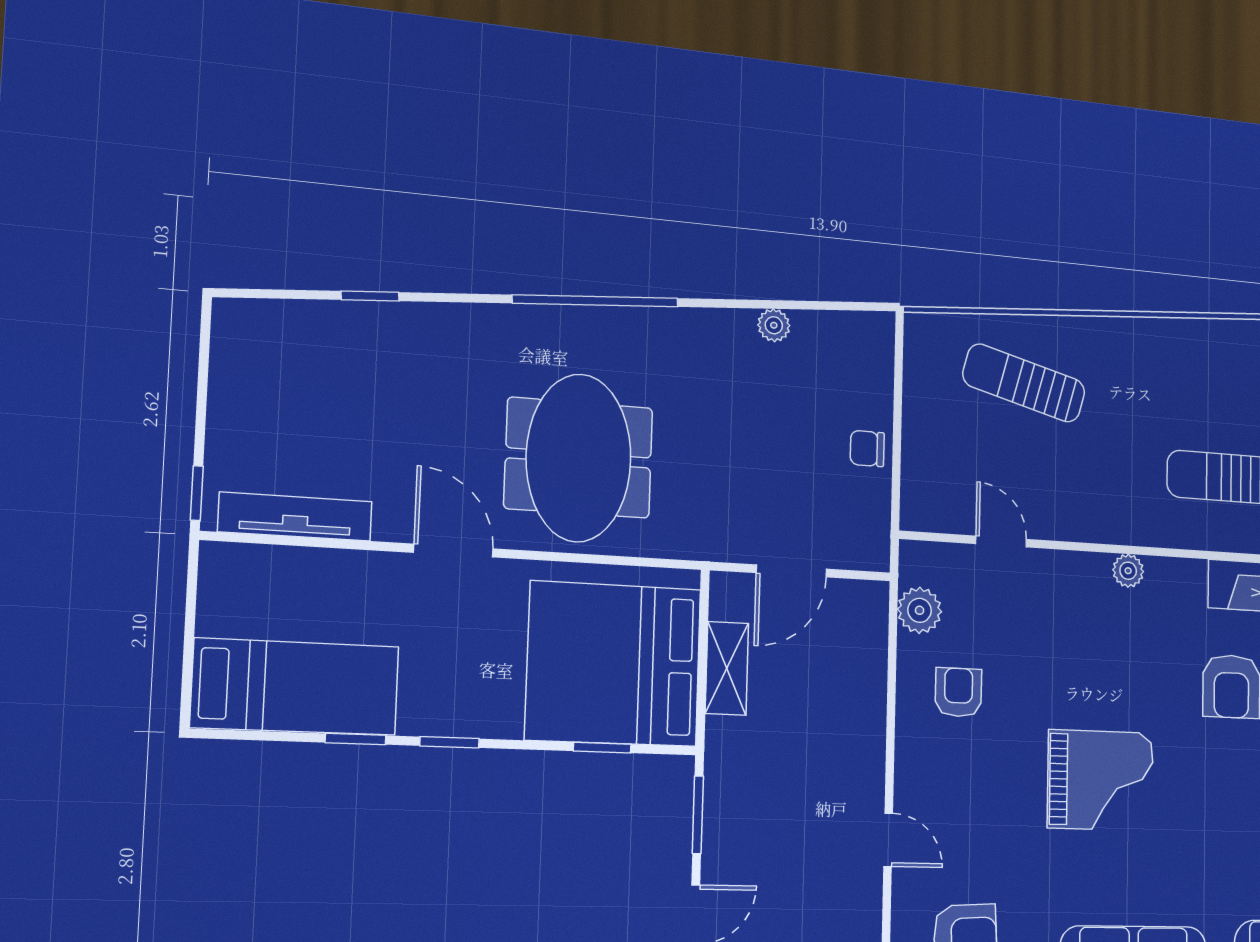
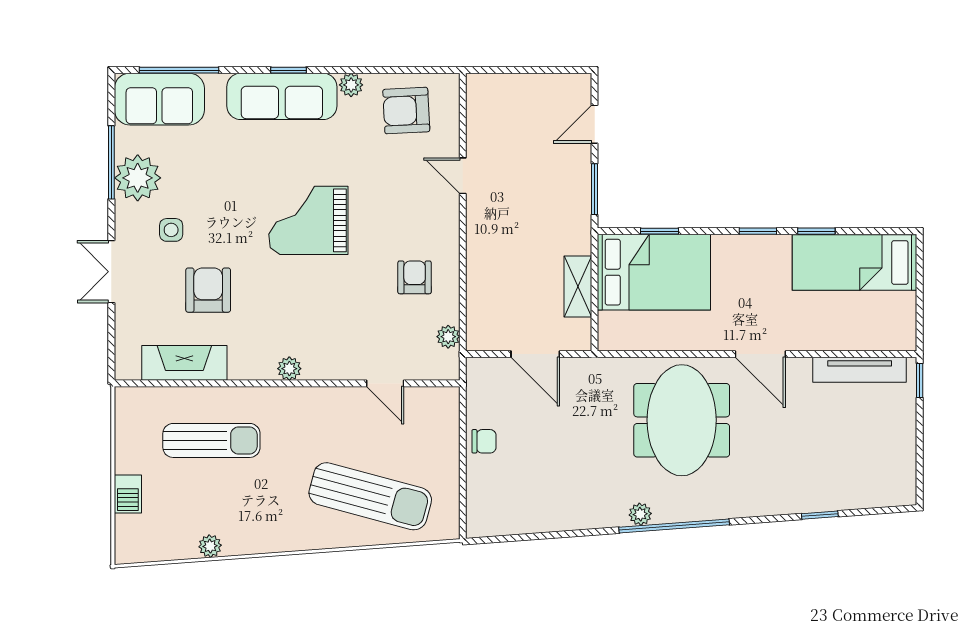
plant: (774, 325) -> (640, 514), moved
plant: (1232, 334) -> (210, 546), added
sun lounger: (1024, 383) -> (370, 496), width x1.36, depth x1.34
door: (791, 571) -> (535, 354), swing flipped
plant: (920, 610) -> (448, 337), width x0.73, depth x0.73
bed: (614, 664) -> (654, 272), width x0.73
armchair: (958, 692) -> (415, 277), turned 180

